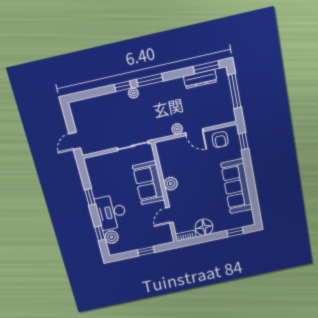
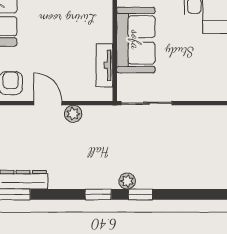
window: (150, 80) -> (98, 194), width x0.67
tv unit: (164, 163) -> (104, 65), added
plant: (171, 184) -> (101, 31), removed

